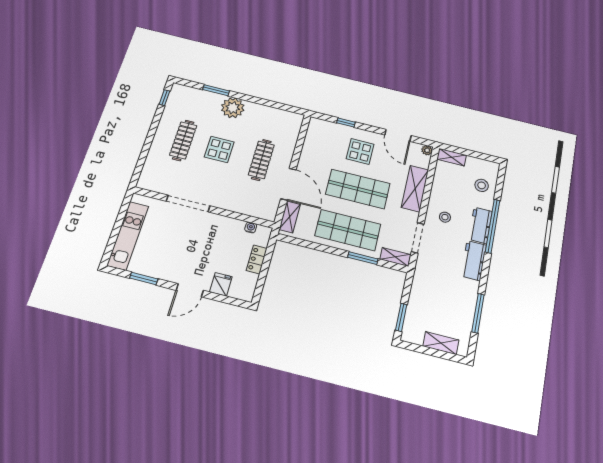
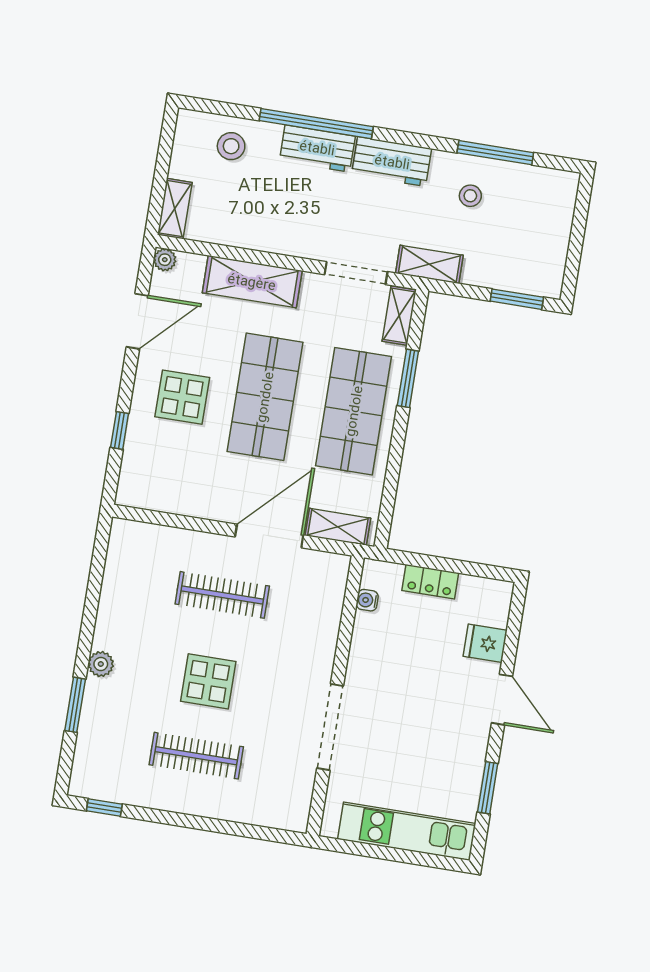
plant: (233, 108) -> (101, 664), width x0.53, depth x0.53
stool: (445, 217) -> (470, 196), moved
shelving: (441, 343) -> (429, 264), moved, turned 90

